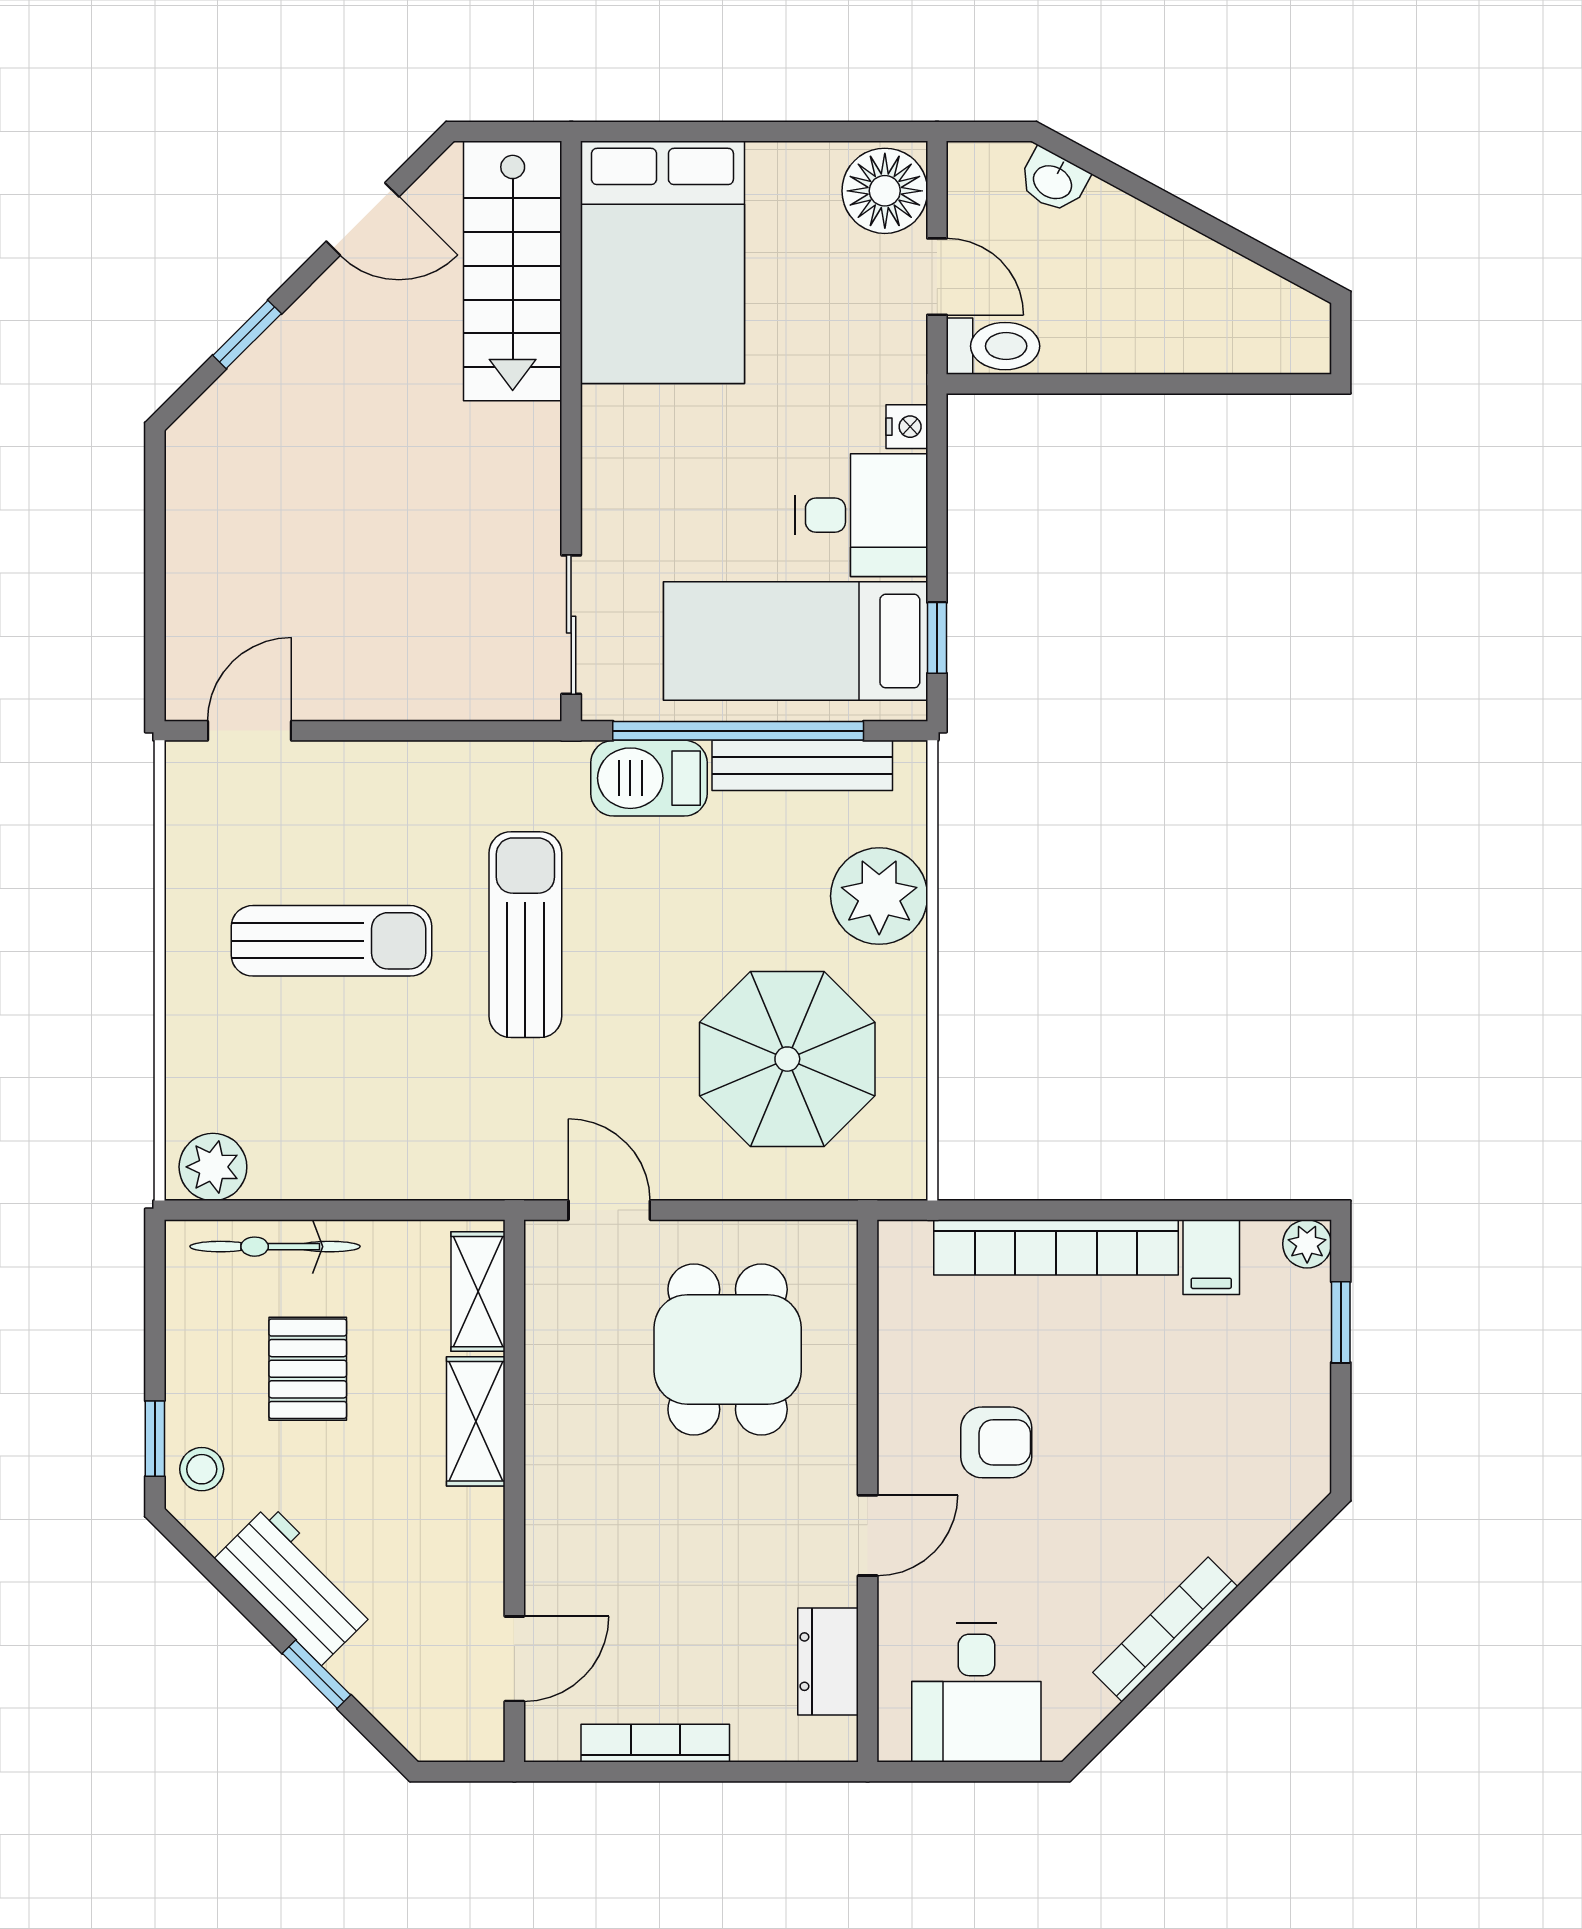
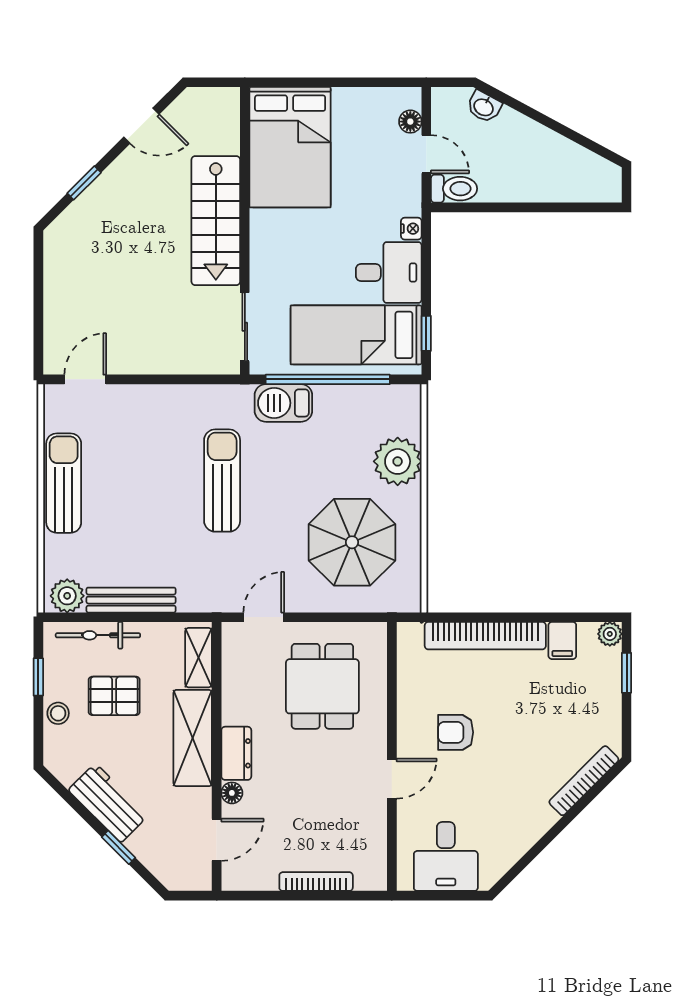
floor lamp: (885, 191) -> (410, 122), width x0.53, depth x0.53
stairs: (513, 271) -> (216, 221), moved
bench: (802, 765) -> (131, 600), moved
sun lounger: (332, 941) -> (64, 483), moved, turned -90
door: (609, 1210) -> (264, 617), hinge flipped
pallet: (308, 1369) -> (114, 696), turned 90
shelving: (476, 1421) -> (193, 738), width x1.50, depth x1.33
window: (155, 1439) -> (38, 677), moved
armchair: (996, 1442) -> (456, 732), turned 180
stool: (202, 1469) -> (58, 713), moved
floor lamp: (545, 1564) -> (232, 793), added
bookcase: (1165, 1629) -> (584, 781), moved
dresser: (828, 1662) -> (236, 753), moved, turned 180
bookcase: (655, 1743) -> (316, 882), moved

